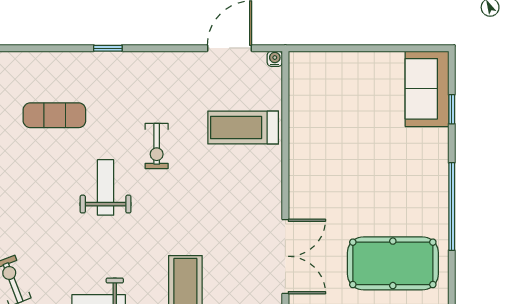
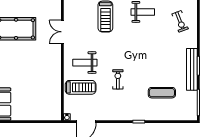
weight bench: (106, 187) -> (85, 63), moved, turned 90
double door: (285, 256) -> (62, 32), width x0.73

